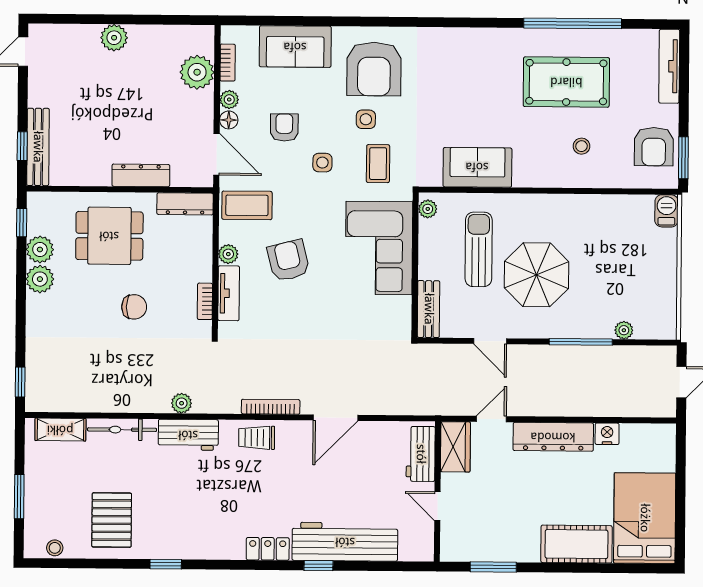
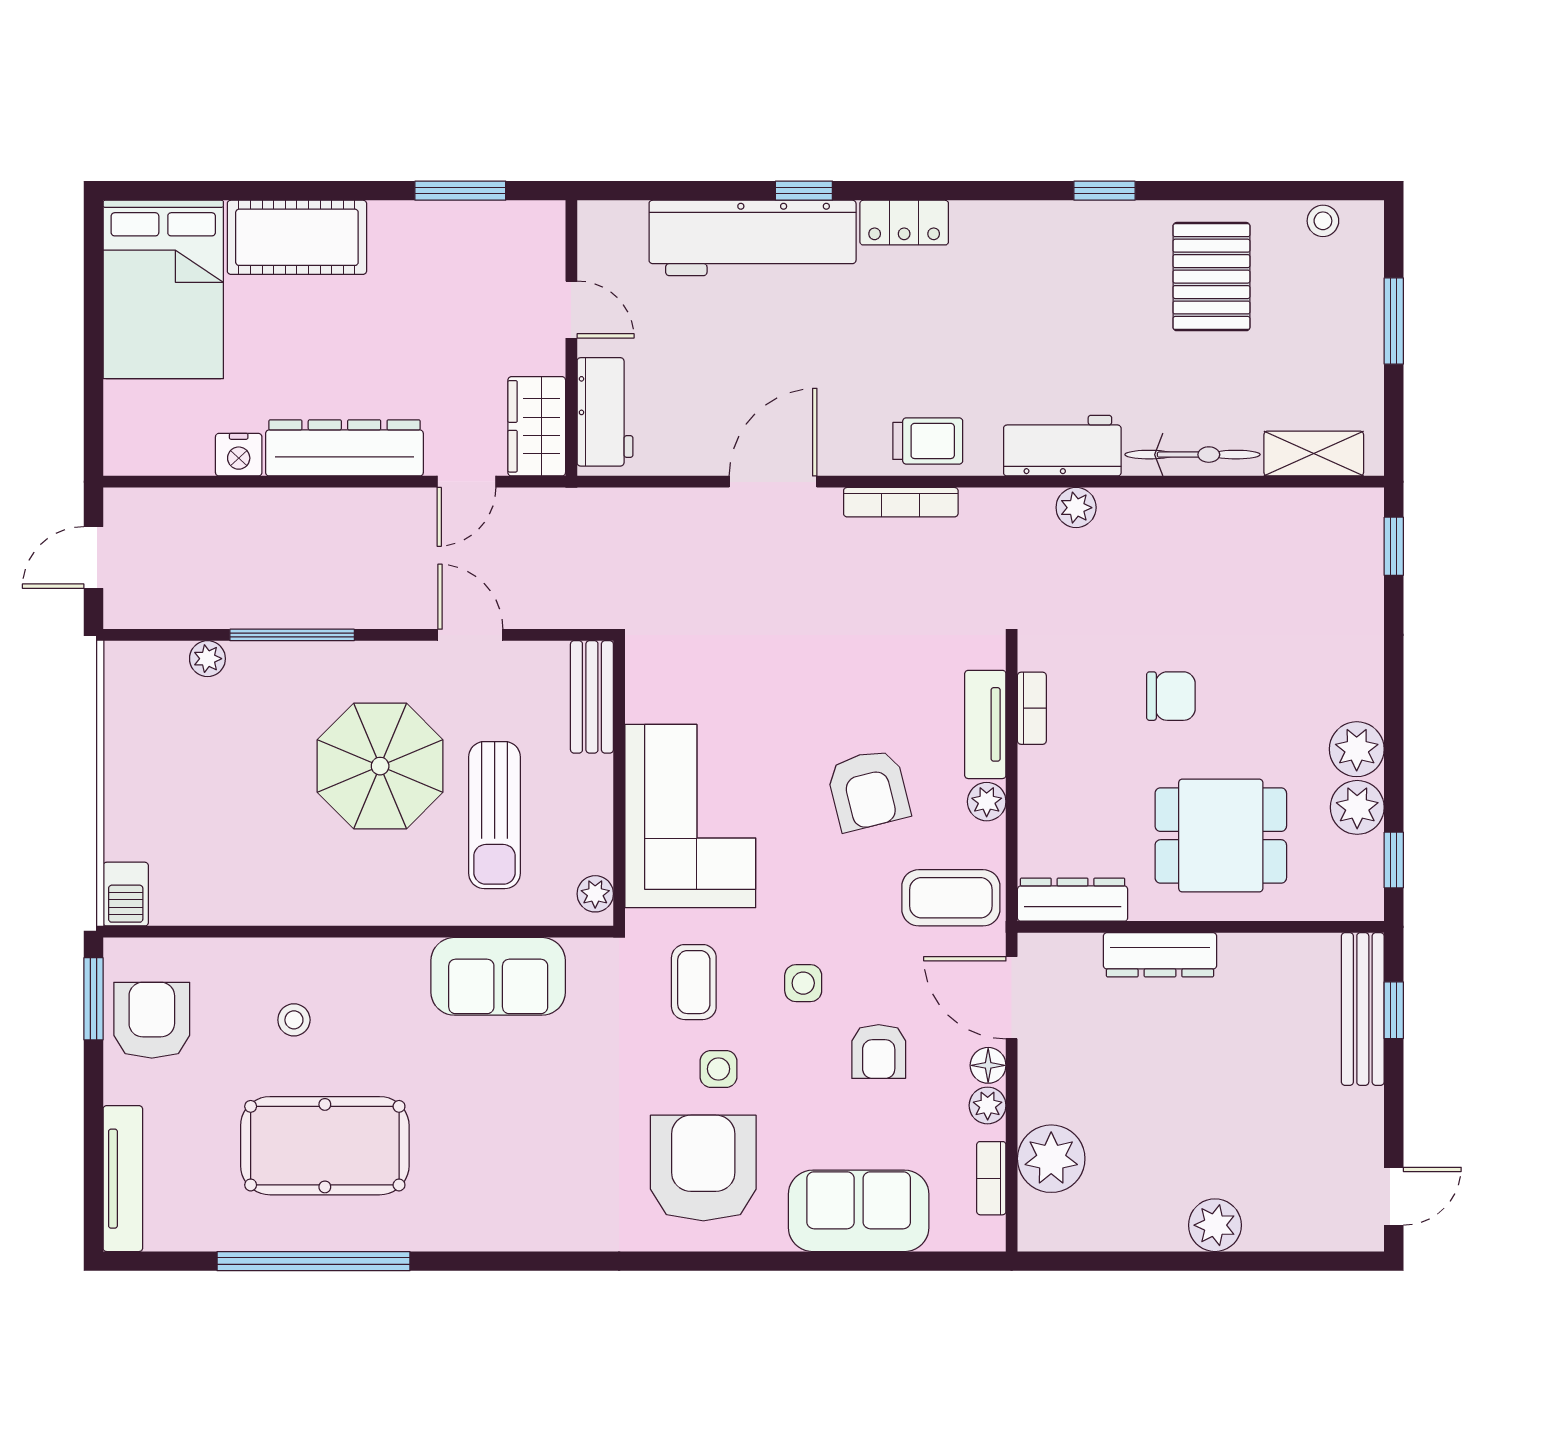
chair: (134, 307) -> (1171, 696), turned 180

